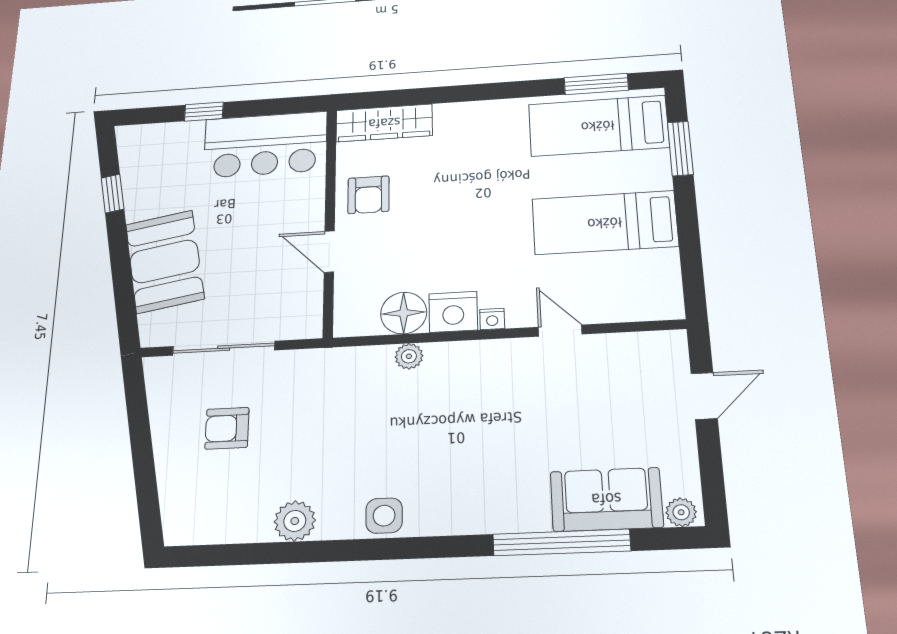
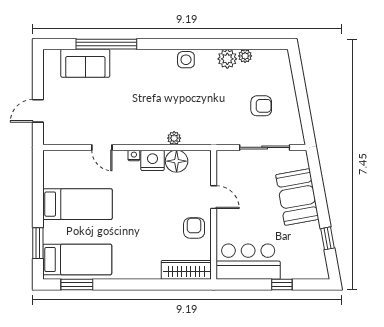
plant: (681, 512) -> (245, 56), moved

